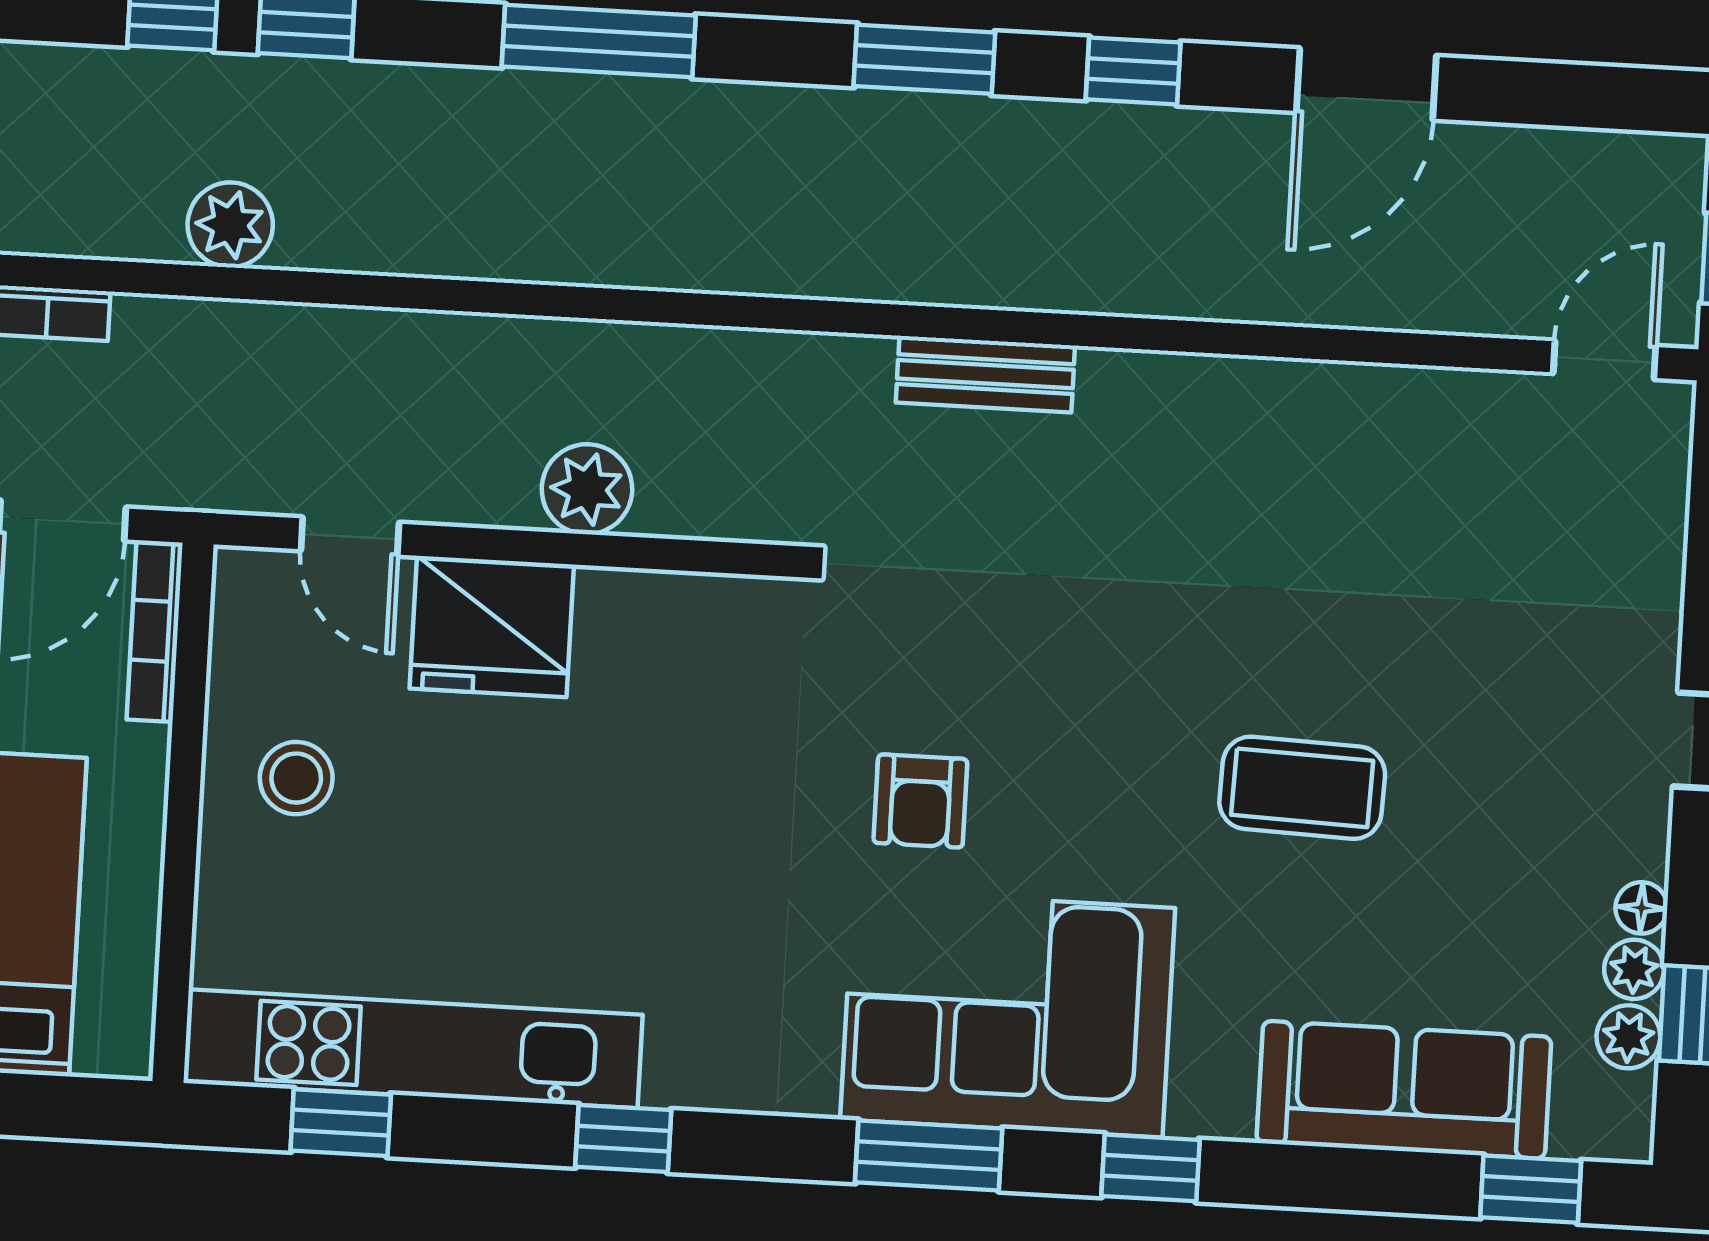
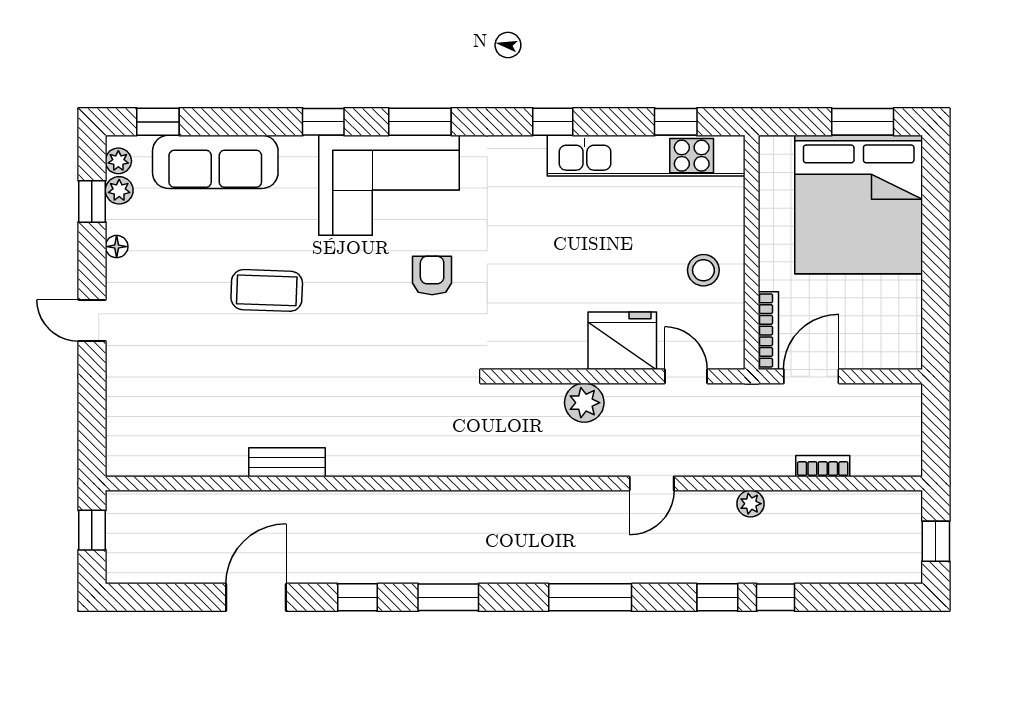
plant: (230, 225) -> (751, 504), width x0.73, depth x0.73
door: (1605, 360) -> (652, 483), moved
bench: (985, 374) -> (287, 462), moved
plant: (1634, 969) -> (118, 161), moved

